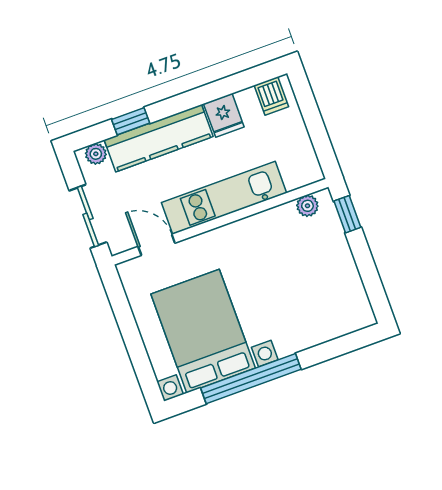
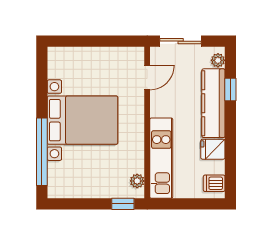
kitchen unit: (224, 198) -> (161, 158), moved
bed with nightstands: (203, 331) -> (83, 120), moved
window: (251, 379) -> (42, 152), moved

